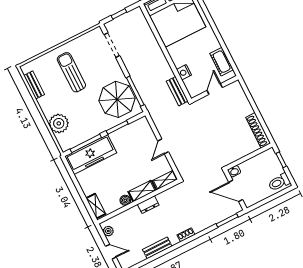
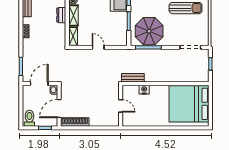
cot: (222, 62) -> (138, 121), removed
door: (252, 155) -> (59, 109), added

